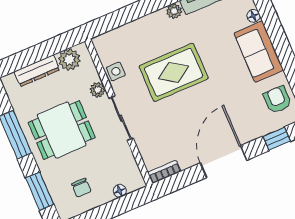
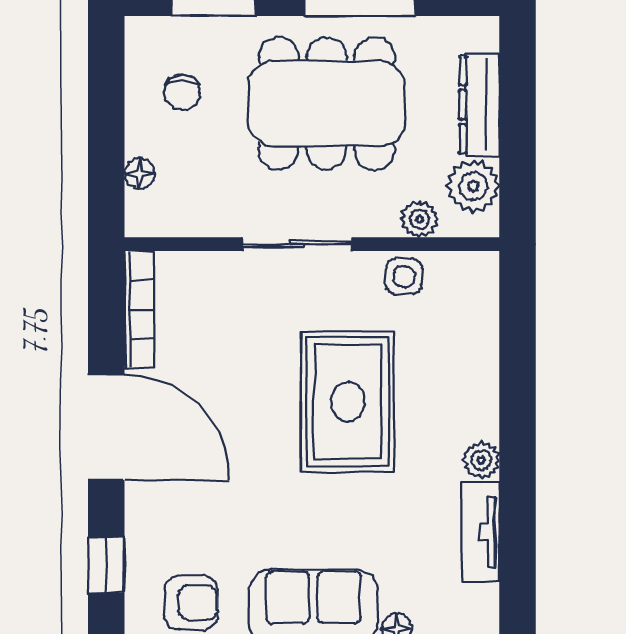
plant: (98, 90) -> (420, 219), moved
dining table: (62, 130) -> (327, 103), width x1.38
bookcase: (164, 172) -> (139, 309), width x1.56
chair: (81, 188) -> (182, 92), turned -90

